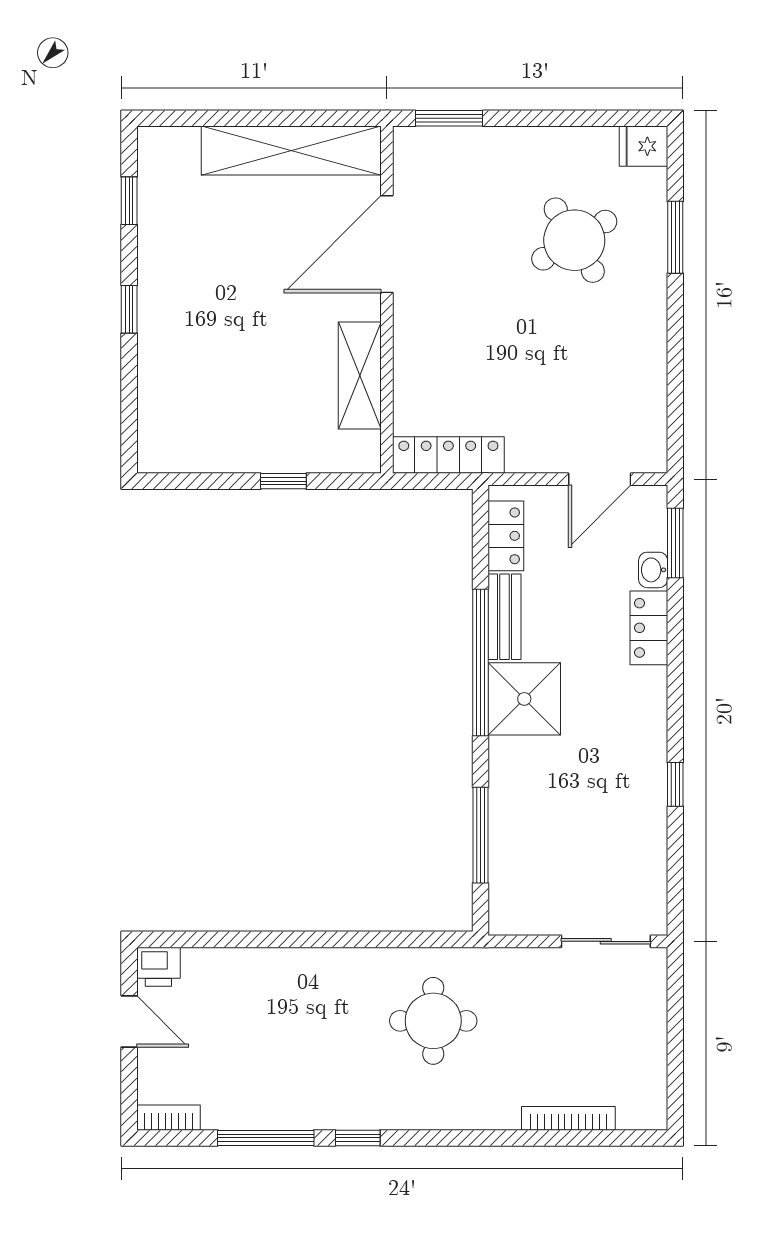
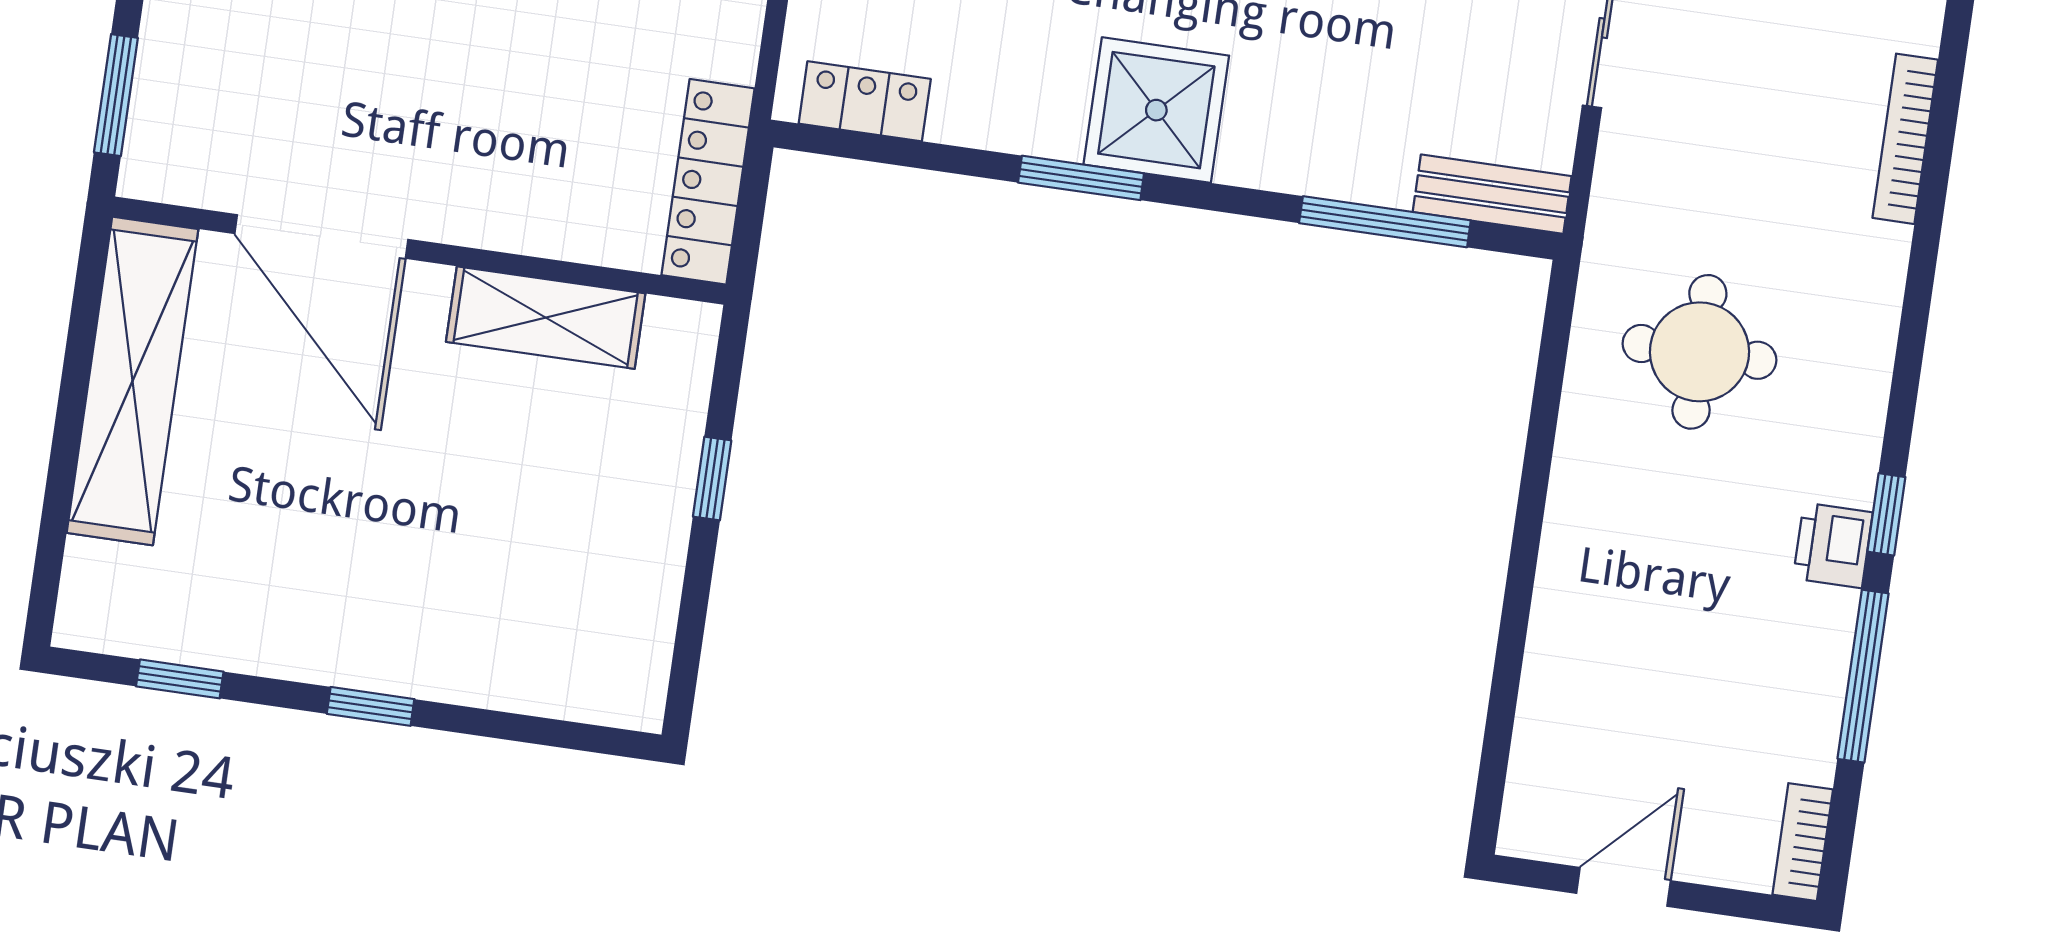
bench: (504, 617) -> (1492, 194), moved
window: (480, 662) -> (1081, 178), width x0.47
printer: (158, 967) -> (1833, 545), moved, turned 180

